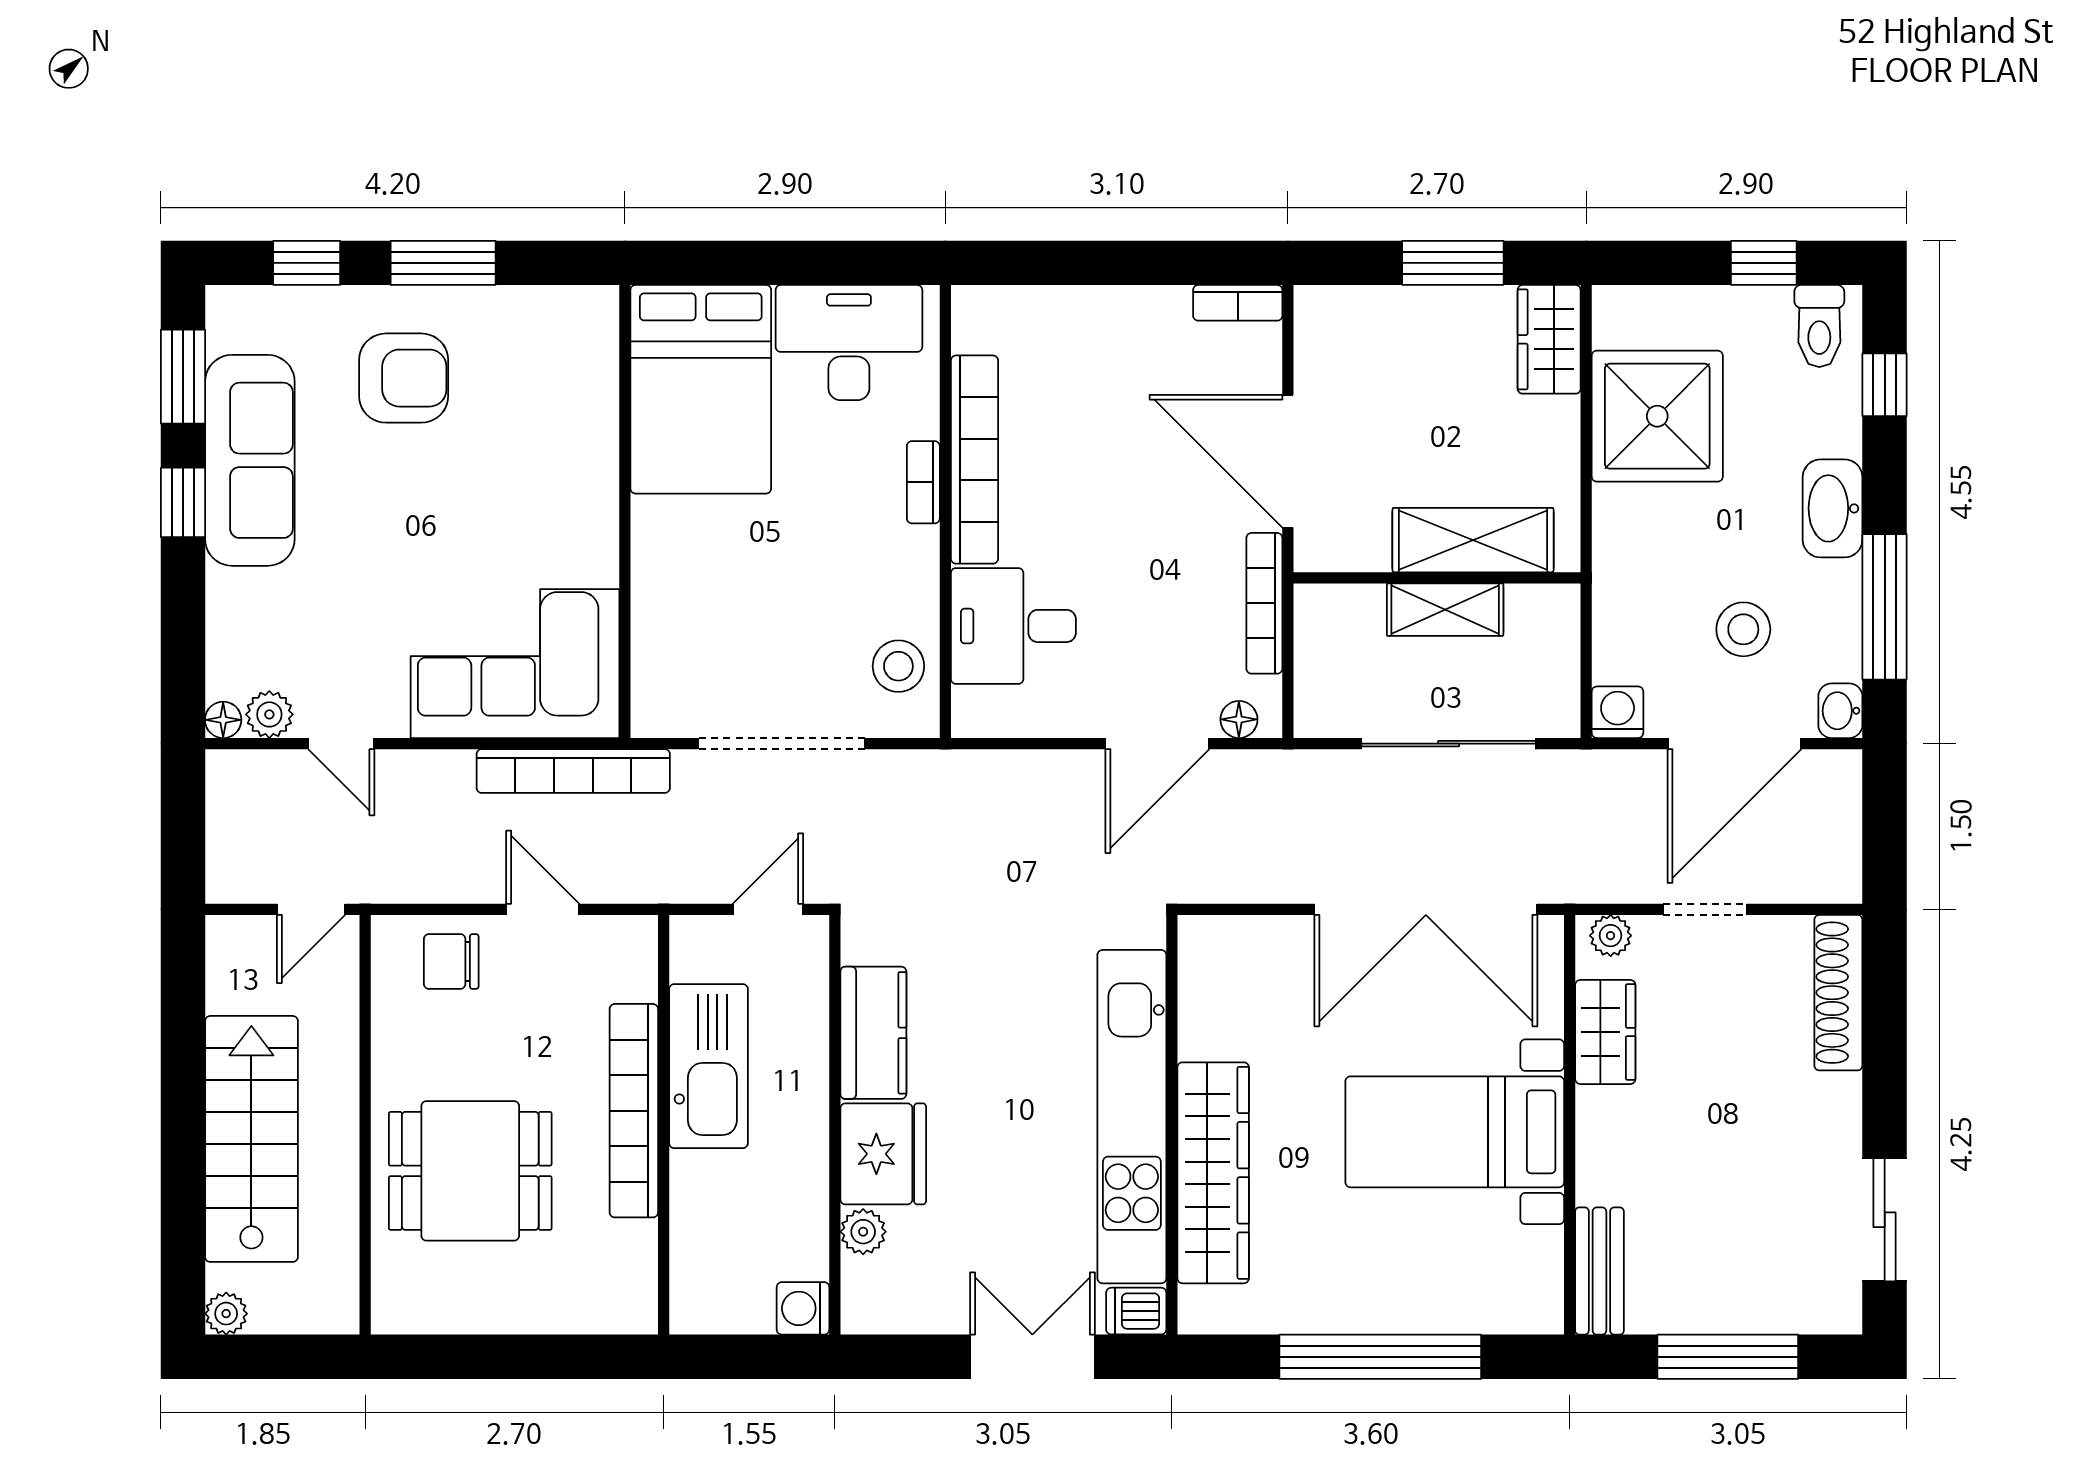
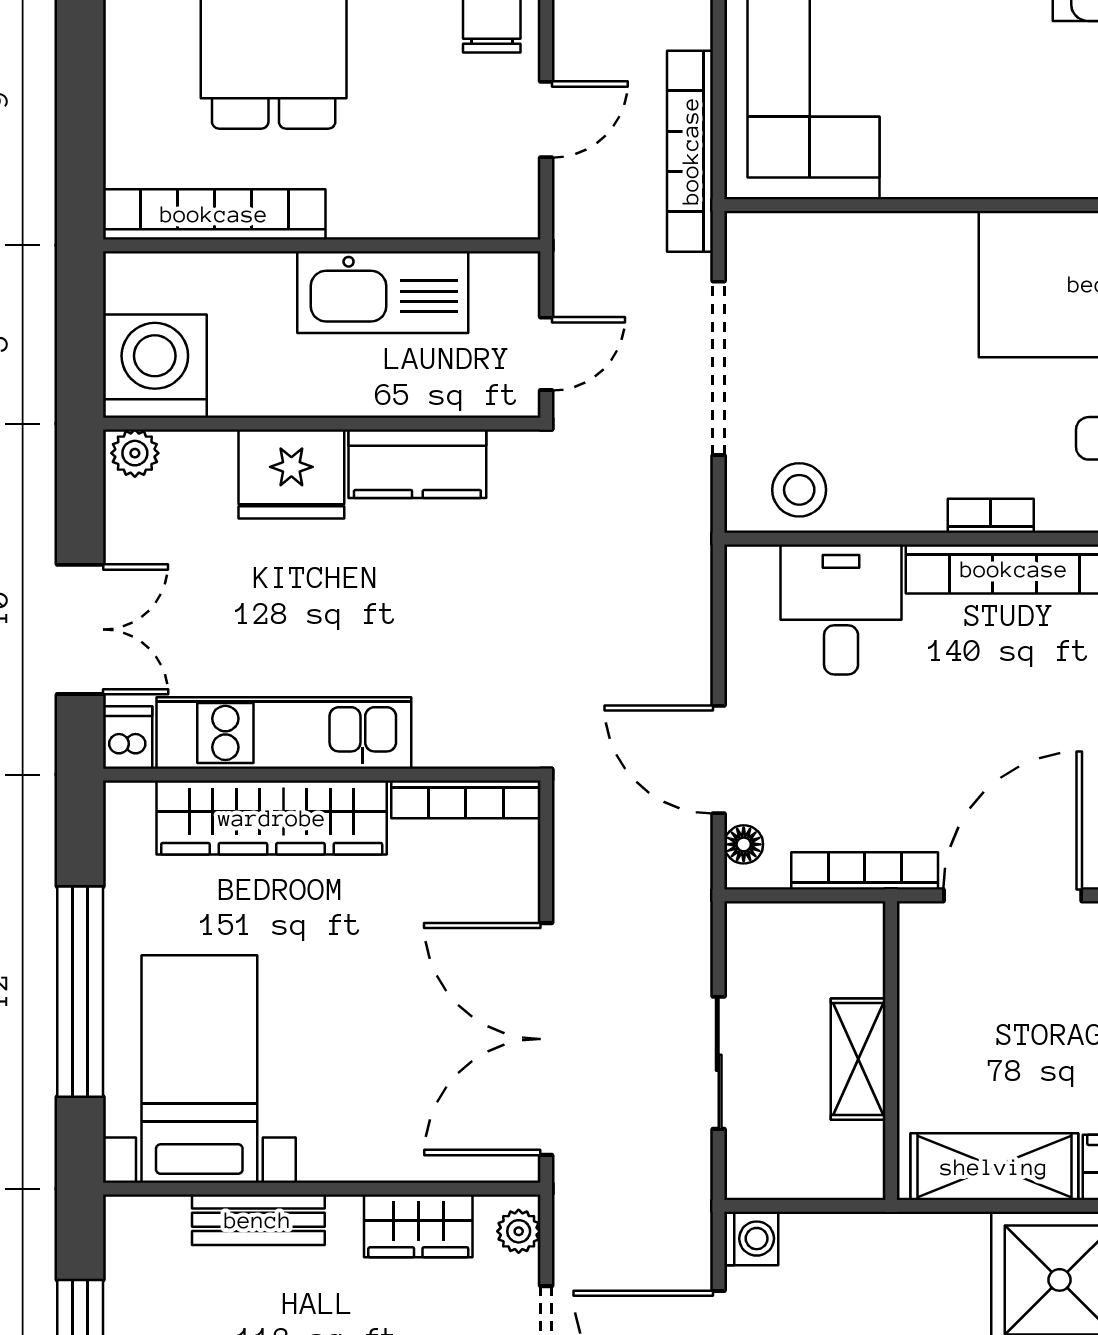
shelving: (1473, 540) -> (994, 1167), moved, turned 90
sliding door: (1449, 744) -> (719, 1063), width x0.73
door: (768, 909) -> (546, 354), hinge flipped
bookcase: (1196, 986) -> (466, 799), added
bookcase: (634, 1111) -> (214, 214), moved
kitchen unit: (1132, 1117) -> (284, 733), width x0.73
bed with nightstands: (1455, 1132) -> (199, 1069), moved
plant: (863, 1232) -> (135, 453), moved
bench: (1599, 1271) -> (258, 1220), moved
washing machine: (803, 1308) -> (155, 366), width x1.89, depth x1.89

